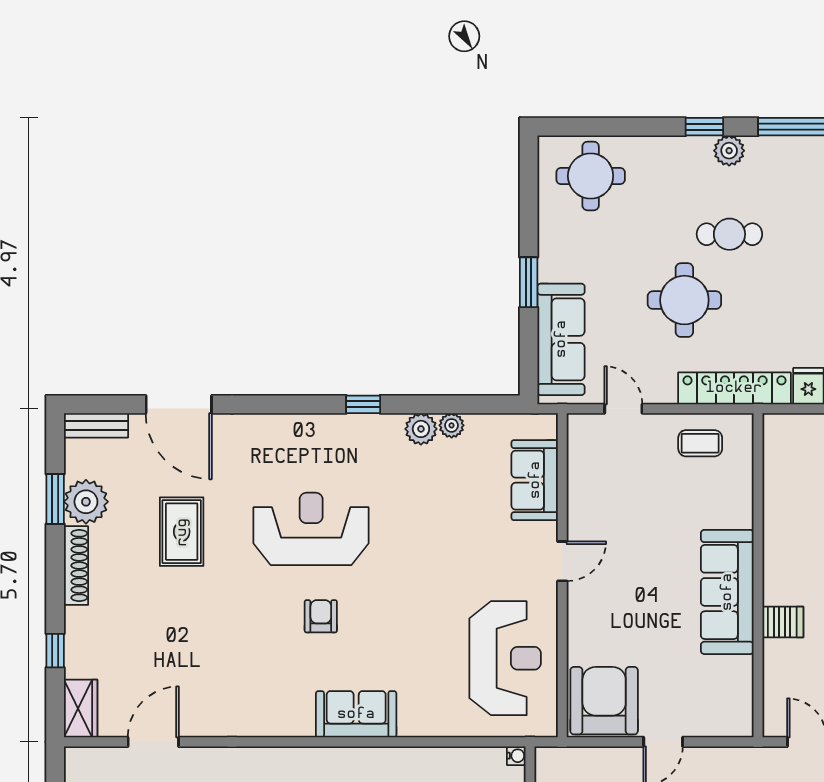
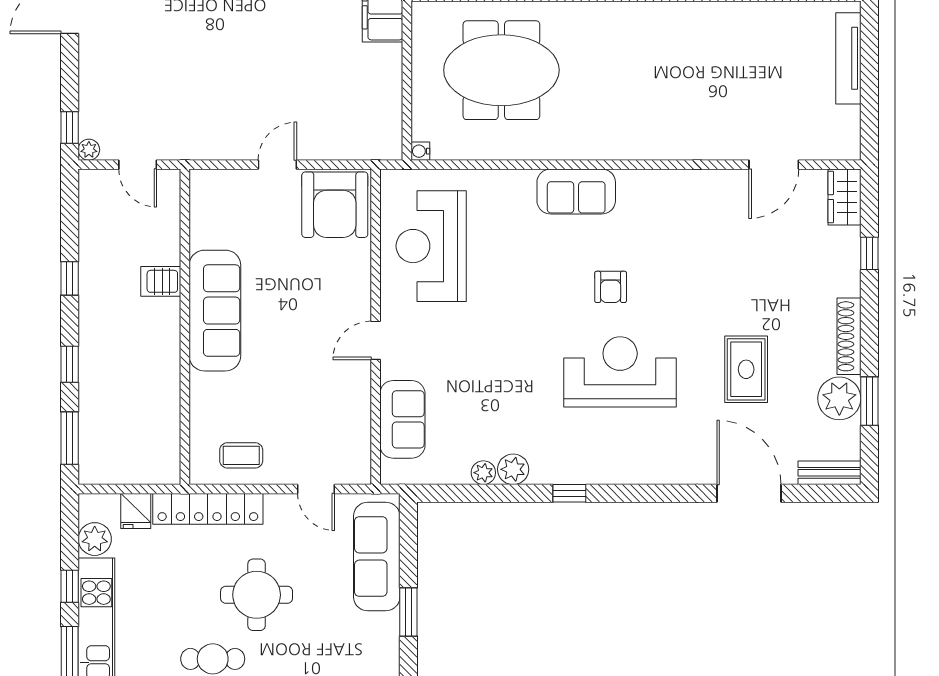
reception desk: (311, 529) -> (620, 372), turned 180

